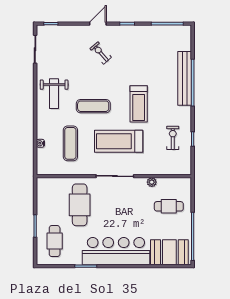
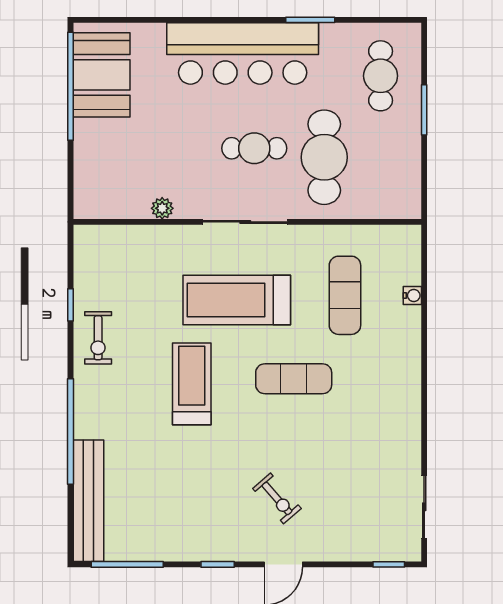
bench: (185, 78) -> (88, 501), moved
weight bench: (54, 94) -> (382, 407), removed
exercise bike: (173, 138) -> (98, 338), moved
treadmill: (119, 141) -> (237, 300), turned 180
cafe table: (169, 206) -> (254, 148), moved
booth: (169, 252) -> (102, 75), moved, turned 90

